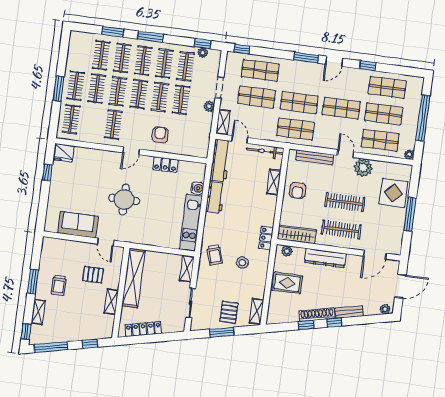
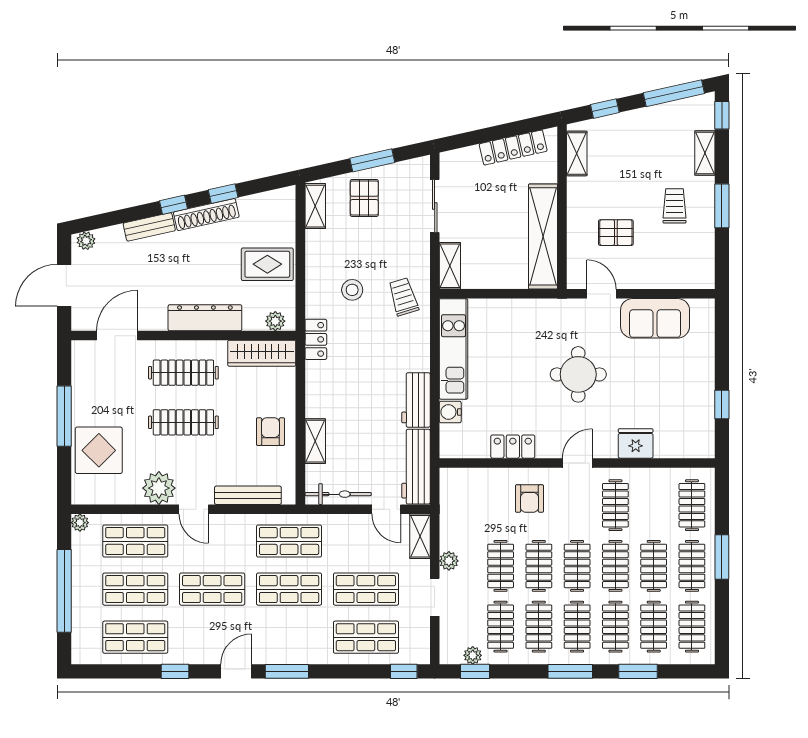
clothes rail: (80, 52) -> (692, 627), added
fridge: (64, 153) -> (636, 443), moved
shelving: (111, 302) -> (577, 153), moved

